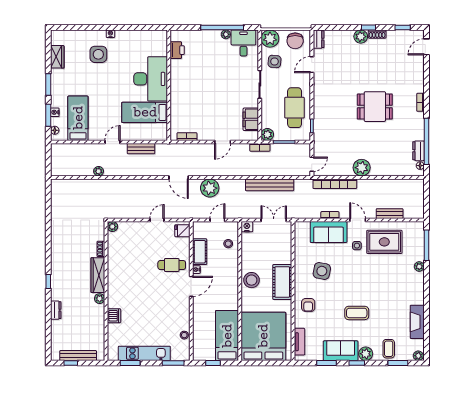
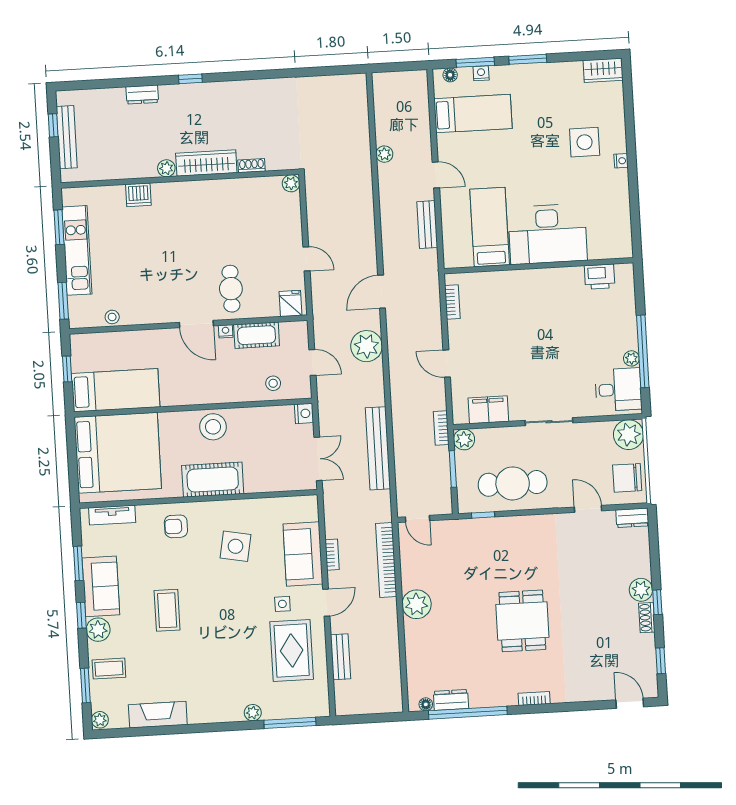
wardrobe: (57, 57) -> (603, 70), moved
side table: (274, 61) -> (590, 445), removed

